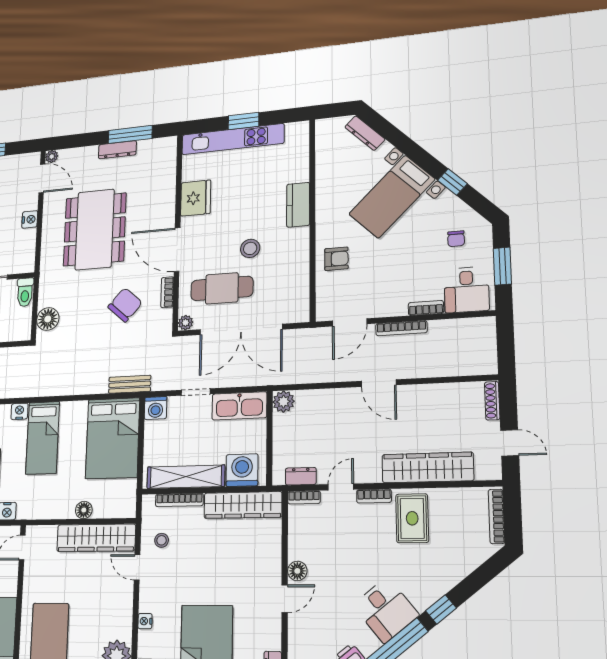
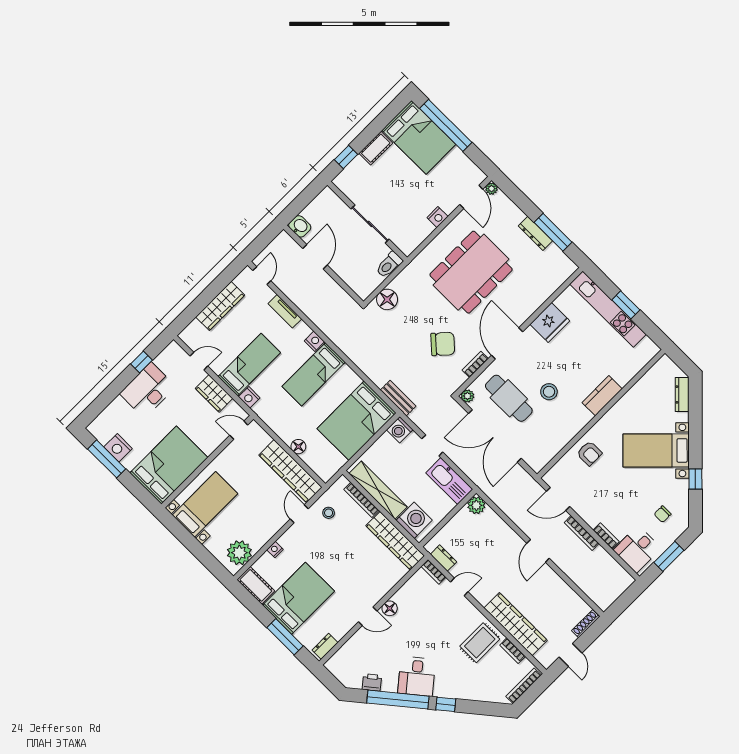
bookcase: (374, 496) -> (513, 651), moved

